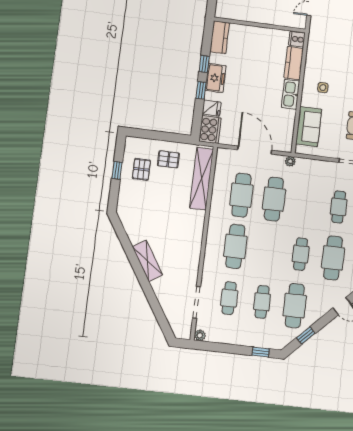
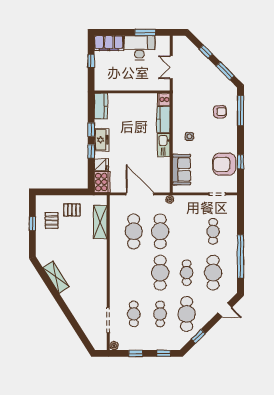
shelving: (202, 179) -> (100, 222), width x0.68
cafe table: (235, 246) -> (160, 273), moved
shelving: (147, 261) -> (56, 277), moved
window: (226, 348) -> (136, 353), added

